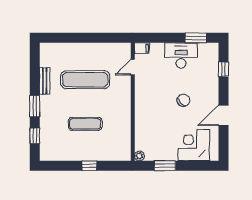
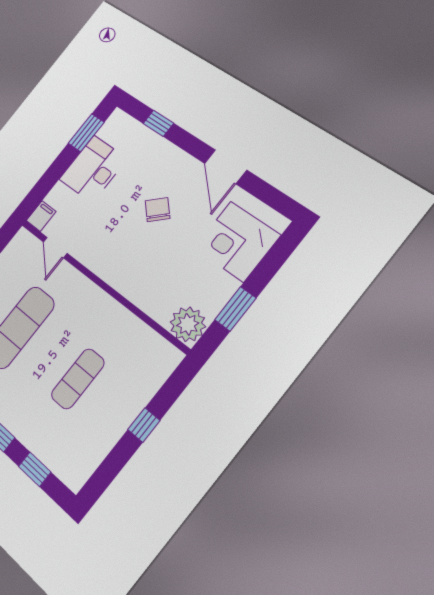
plant: (139, 156) -> (188, 324), width x1.88, depth x1.88

